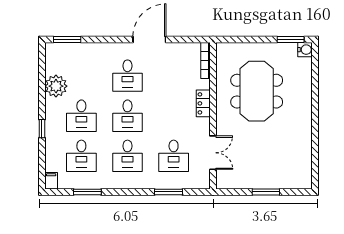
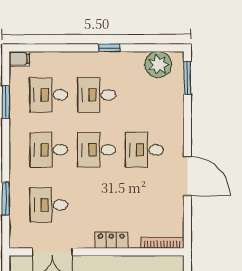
plant: (56, 86) -> (158, 65), moved
window: (42, 129) -> (109, 48), moved

